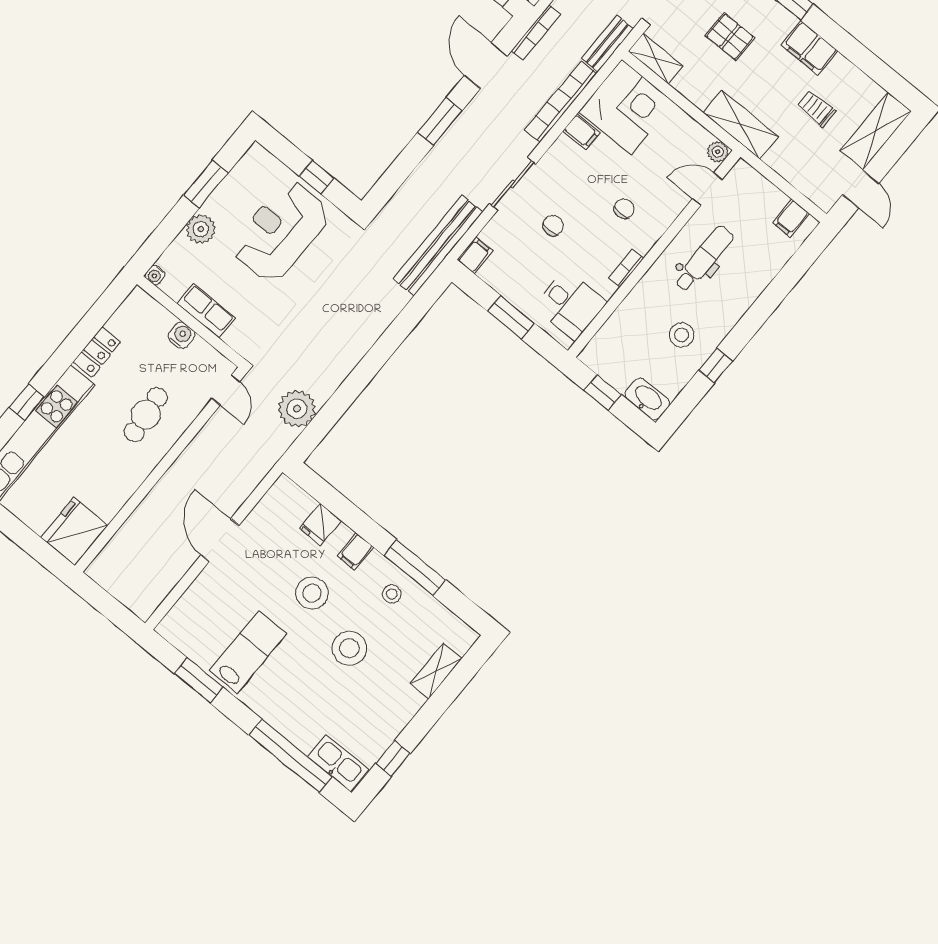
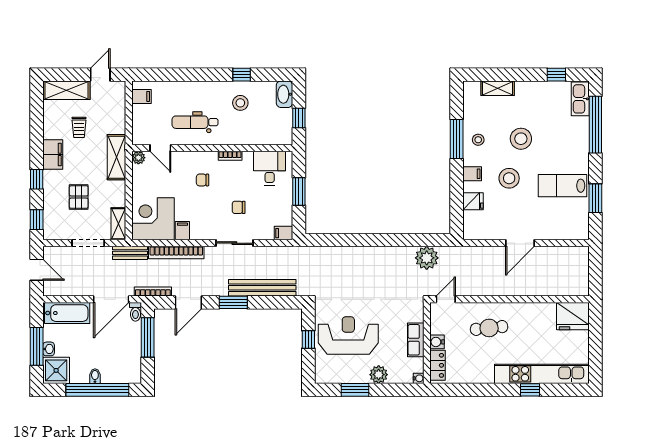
reception desk: (281, 231) -> (348, 335), turned 180
bench: (438, 245) -> (262, 288), moved
locker: (97, 352) -> (438, 365), moved, turned 90

